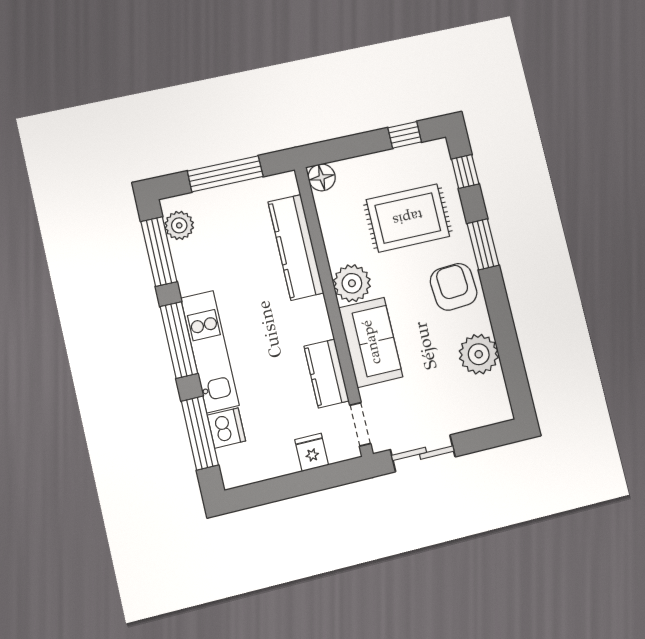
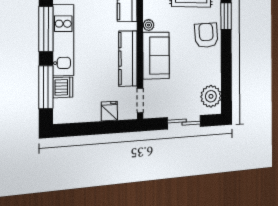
plant: (352, 283) -> (149, 25), width x0.53, depth x0.53
plant: (479, 354) -> (211, 96), moved
kitchen counter: (327, 374) -> (128, 59), width x1.50
sliding door: (423, 453) -> (184, 122), moved

